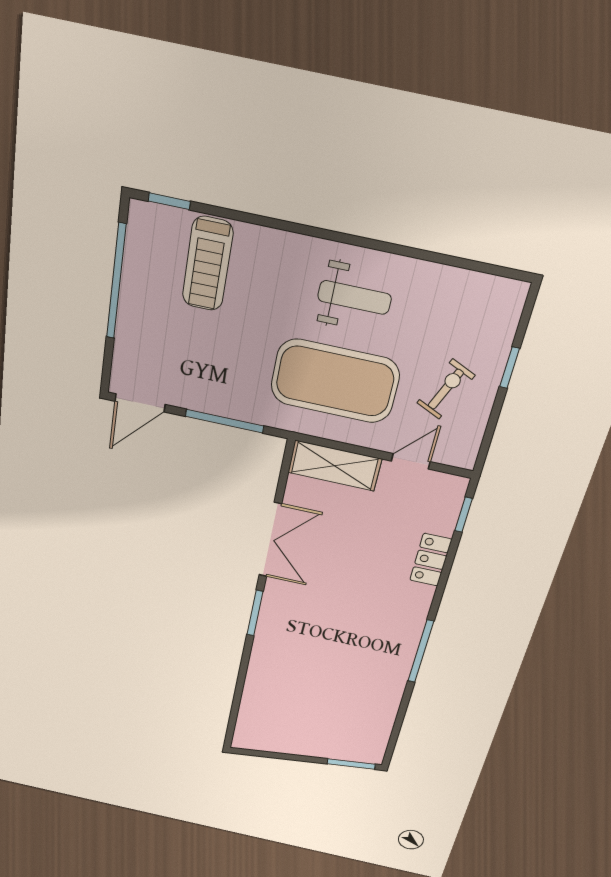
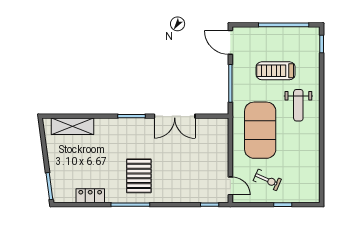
treadmill: (208, 264) -> (276, 71), moved
weight bench: (354, 297) -> (298, 105), moved
door: (411, 461) -> (230, 186), moved
shelving: (335, 466) -> (72, 126), moved, turned 90
locker: (431, 560) -> (90, 196), moved
pallet: (371, 626) -> (139, 176), added

